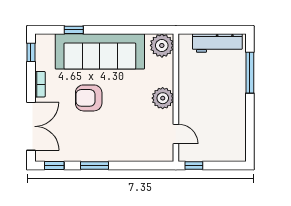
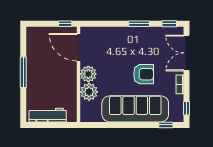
window: (74, 30) -> (166, 125), moved
plant: (162, 45) -> (89, 92), moved
window: (250, 73) -> (23, 72), moved
door: (176, 134) -> (78, 47), width x1.87

